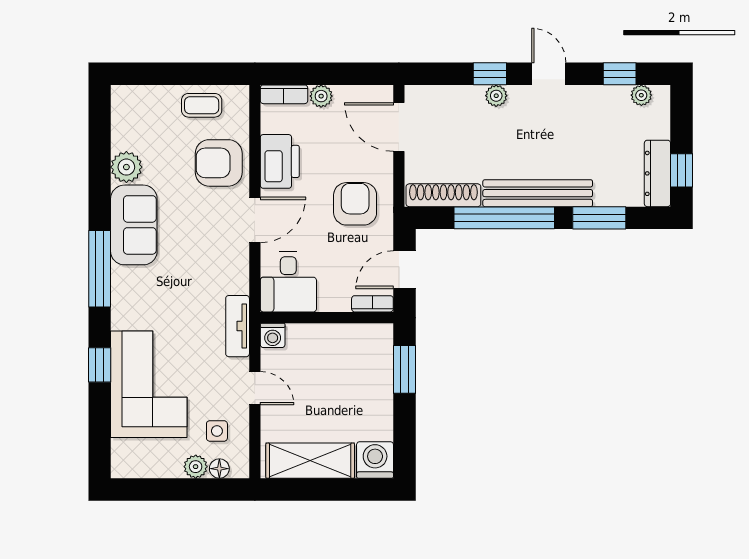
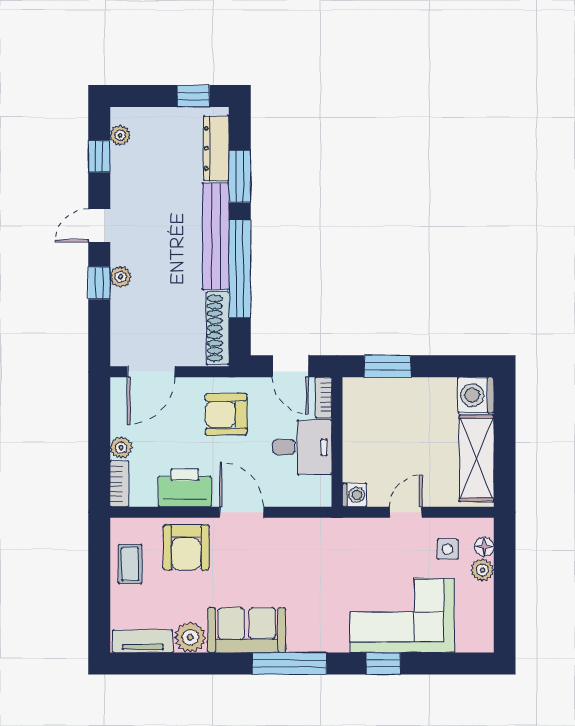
dresser: (657, 173) -> (216, 148), moved, turned 90
desk: (288, 282) -> (302, 447), moved
tv unit: (238, 326) -> (143, 641), moved, turned 180

